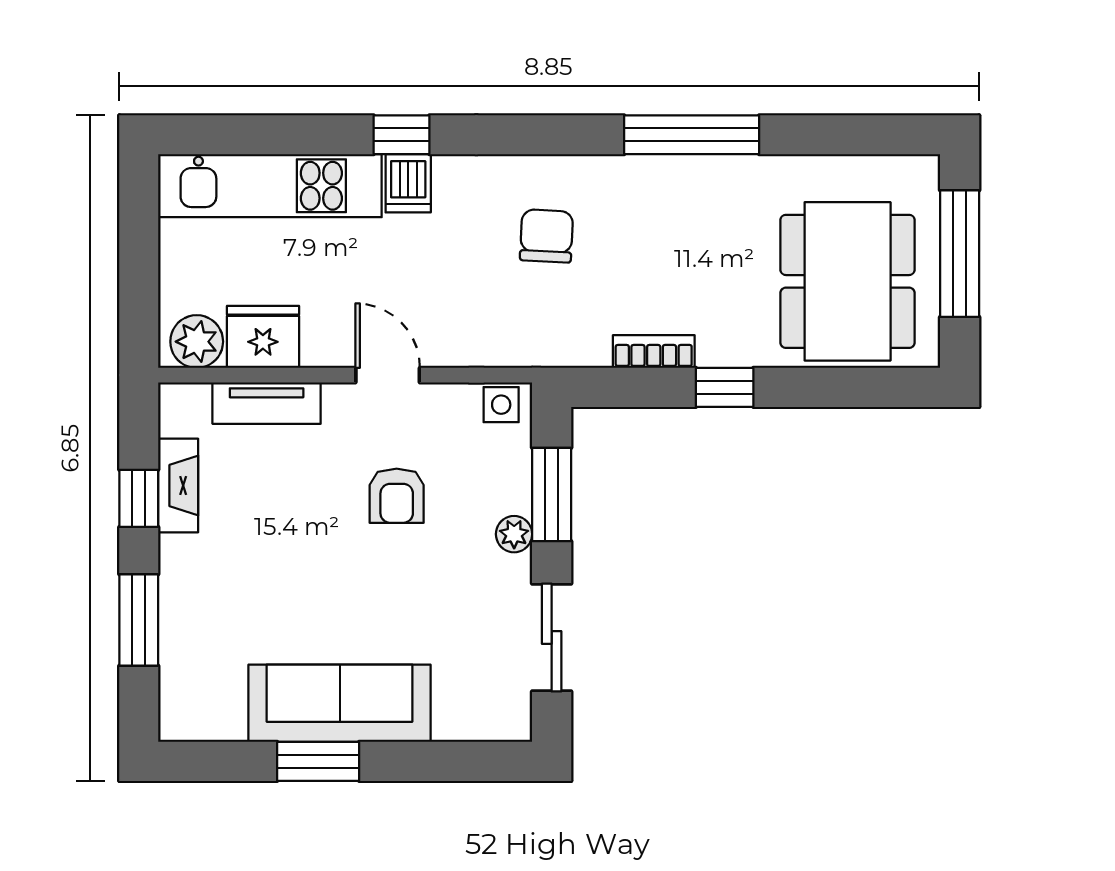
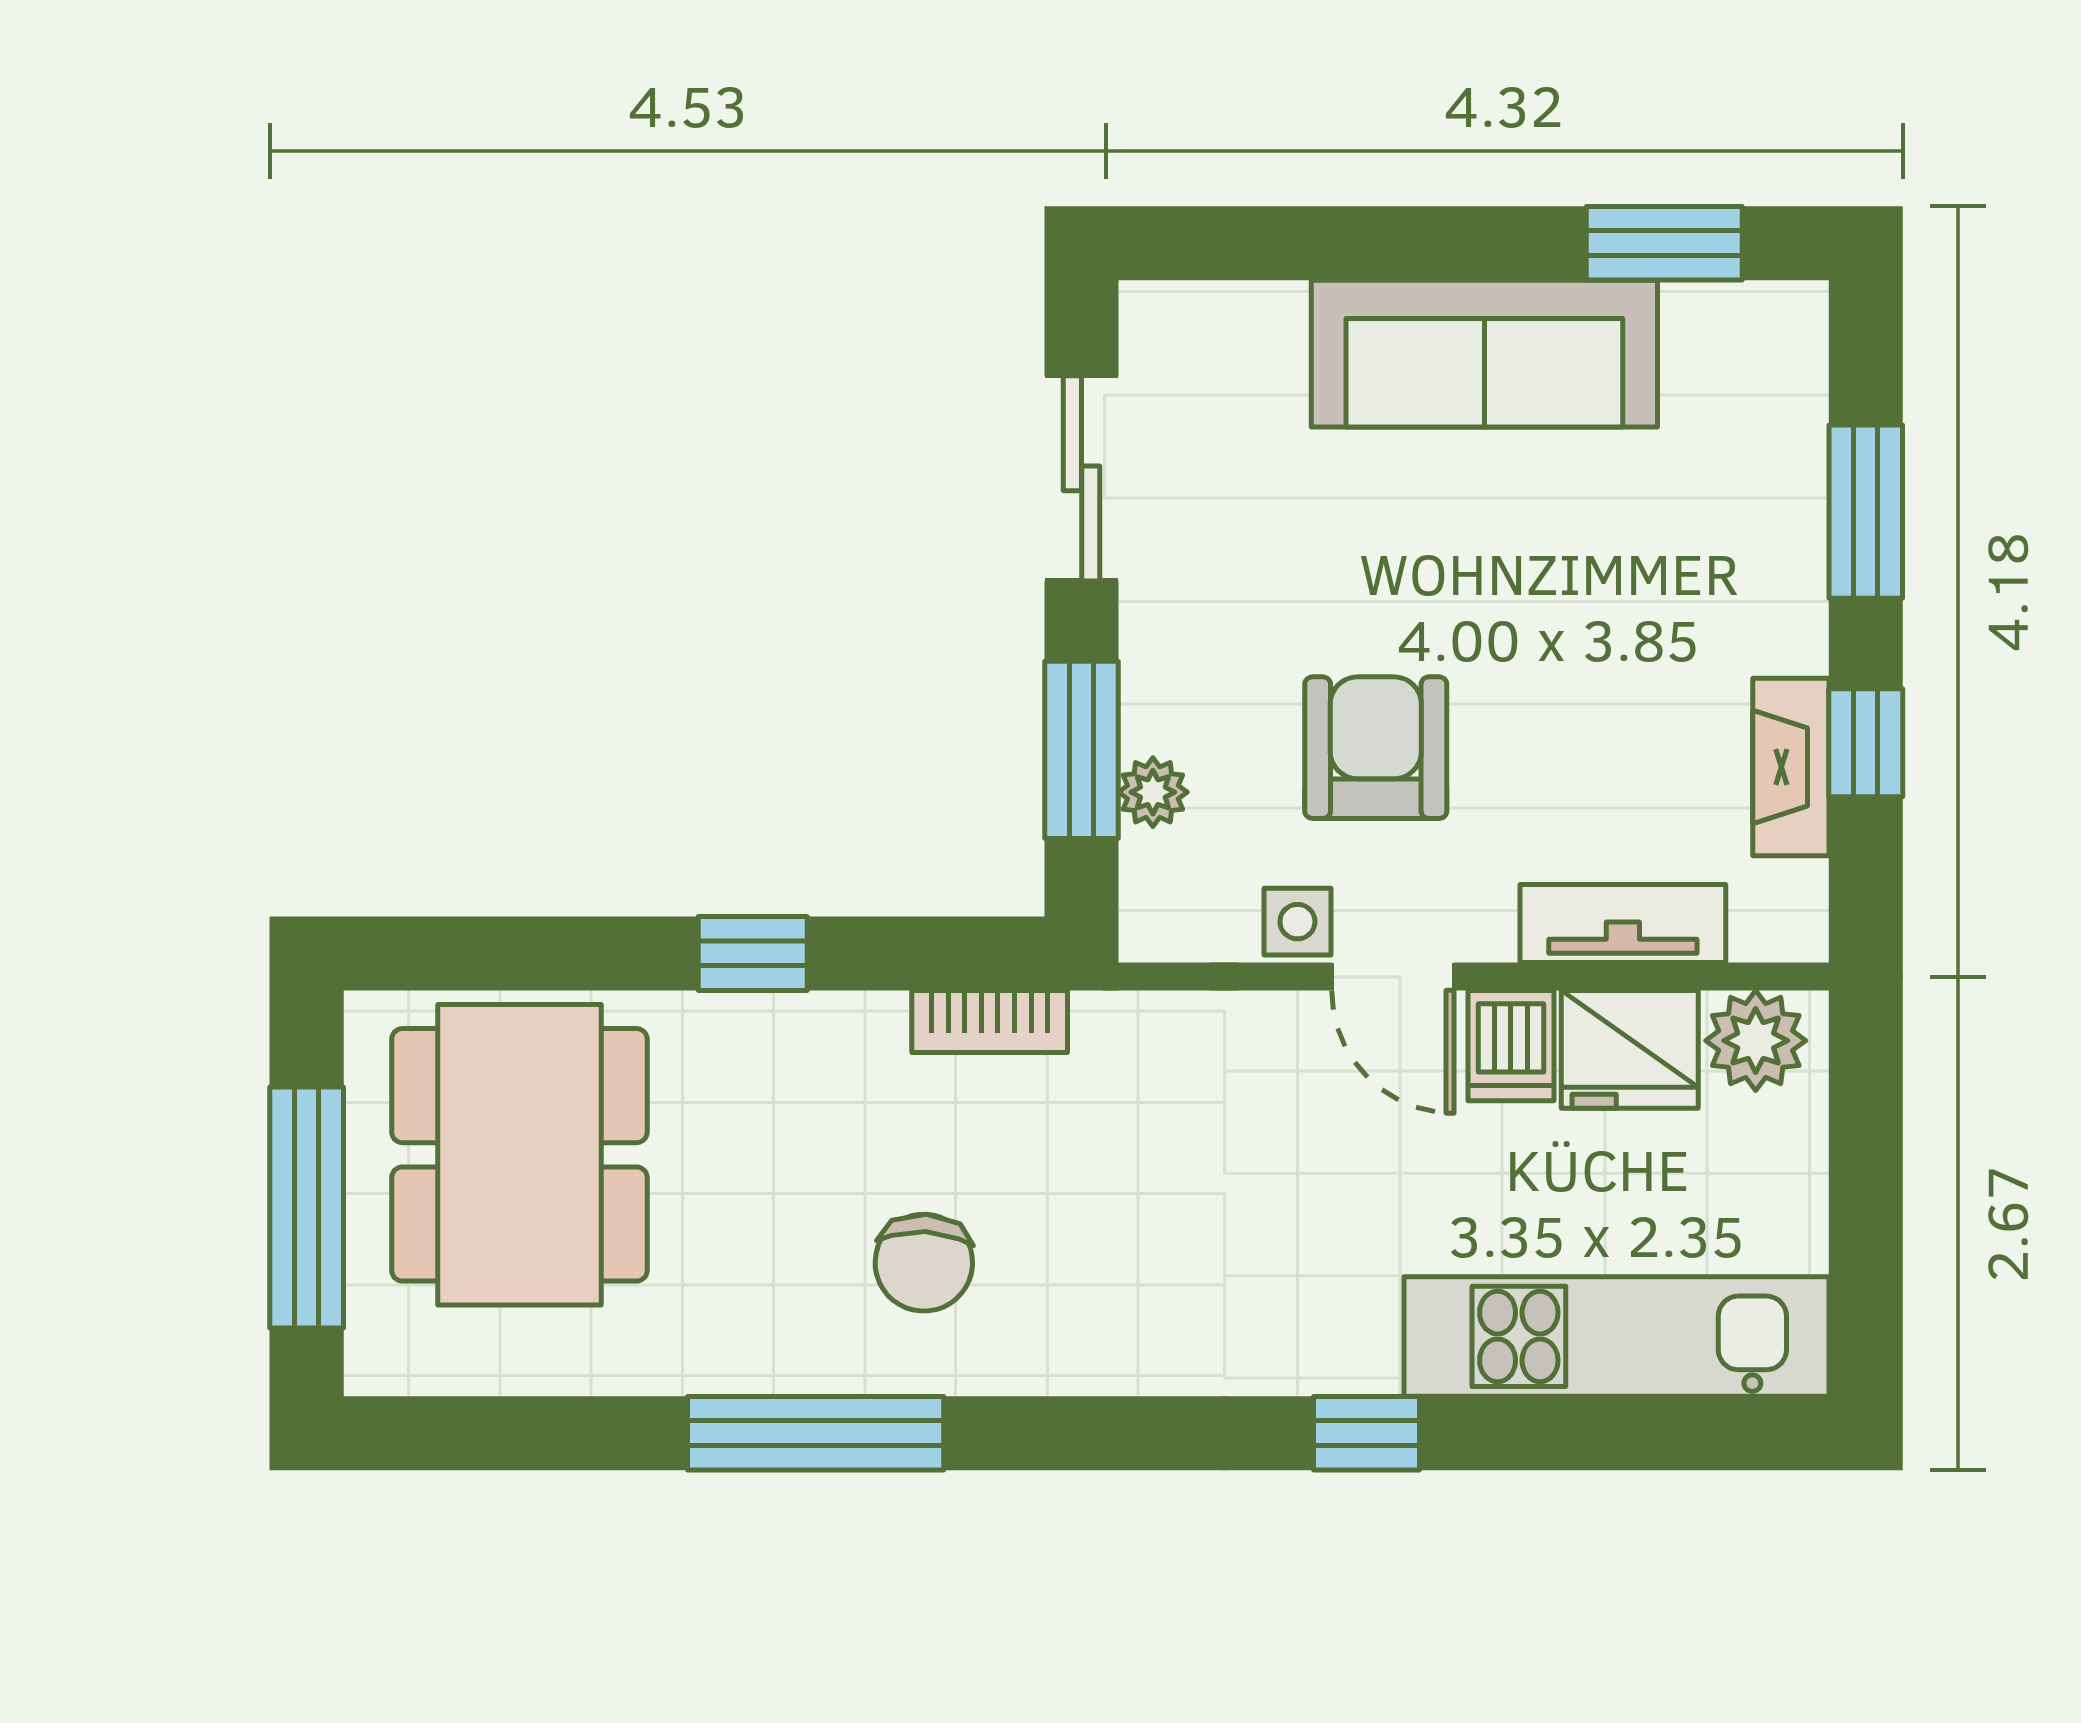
dishwasher: (408, 183) -> (1511, 1046), moved, turned 180
chair: (547, 236) -> (924, 1263), moved
bookcase: (654, 352) -> (990, 1022), moved
side table: (501, 405) -> (1297, 922), moved
armchair: (397, 496) -> (1376, 748), width x1.38, depth x1.38
plant: (514, 534) -> (1153, 792), moved
window: (318, 761) -> (1664, 243), moved

